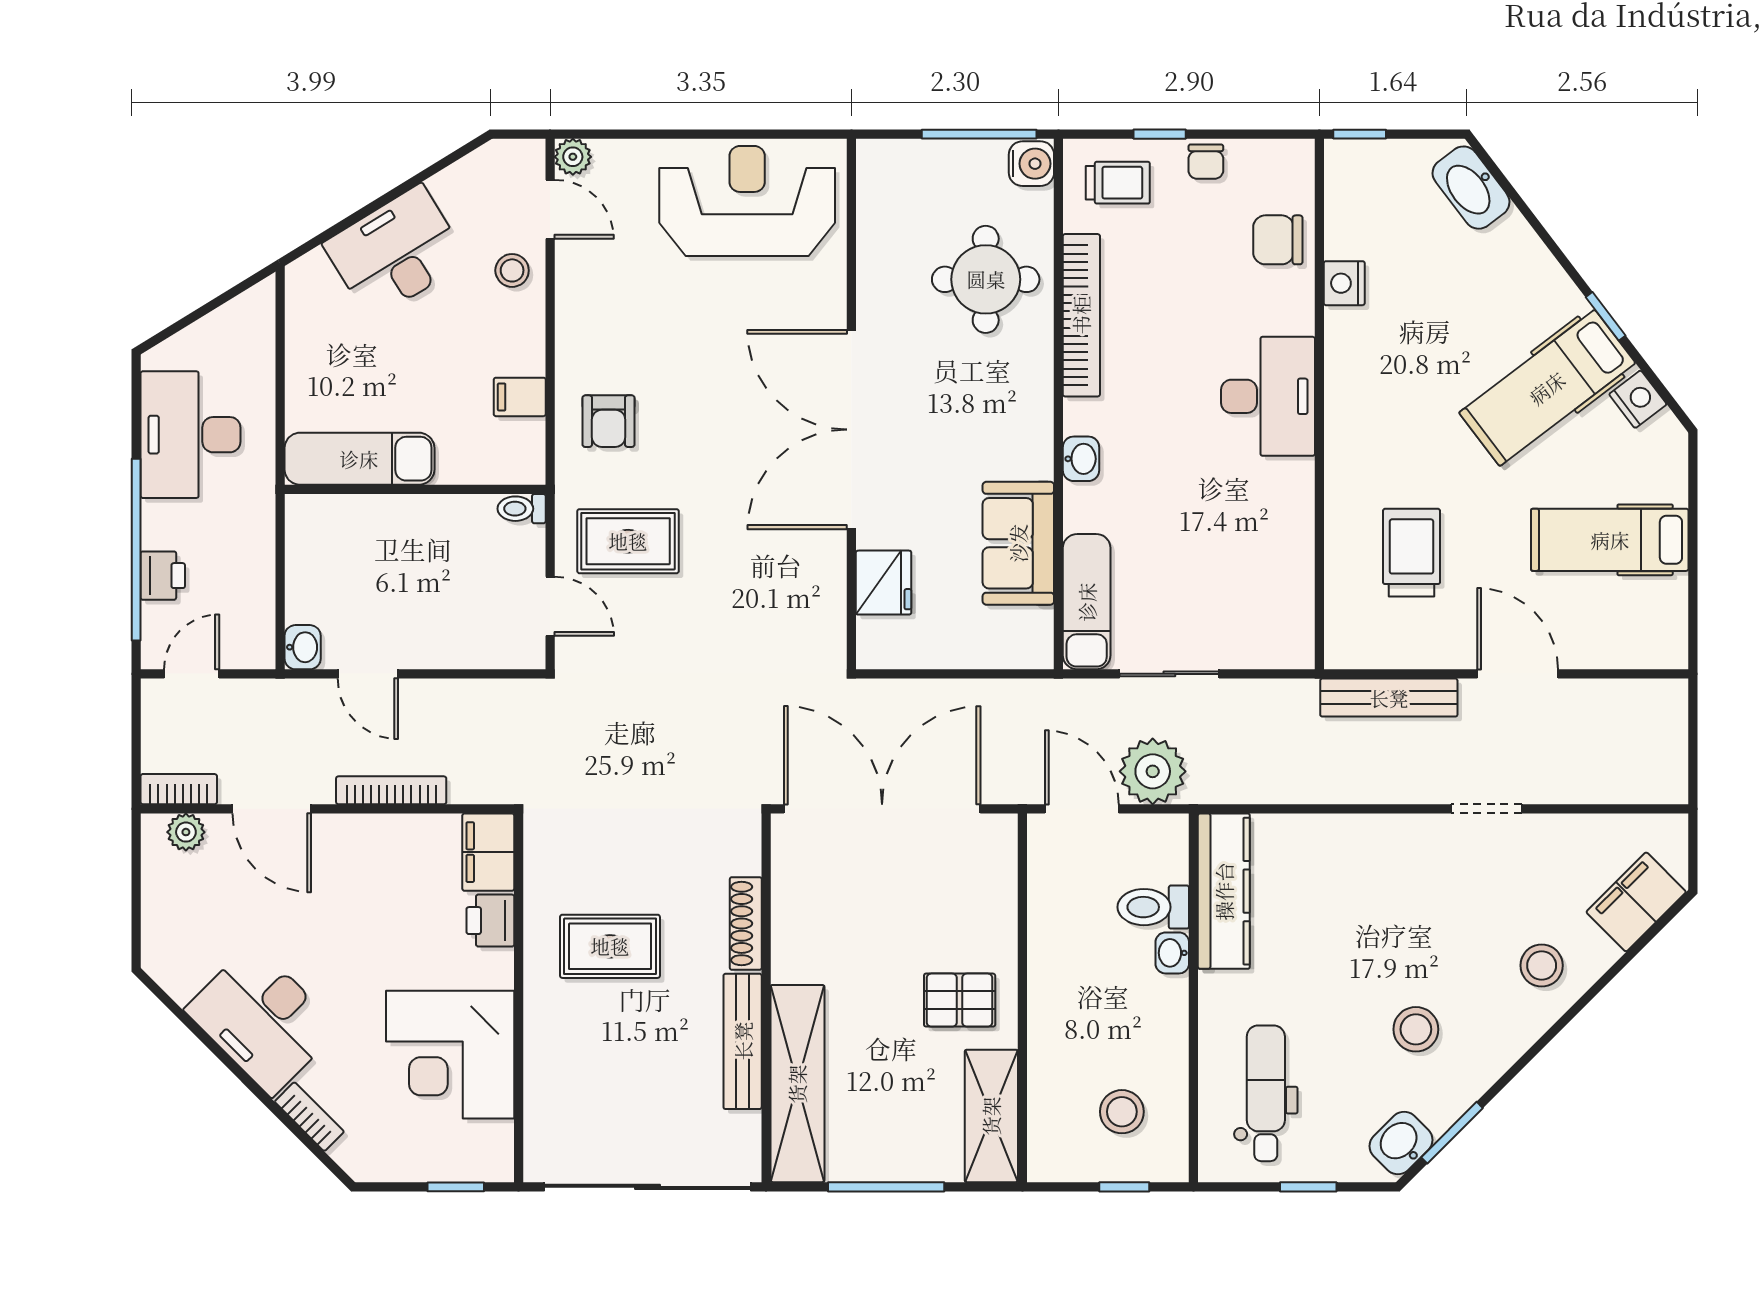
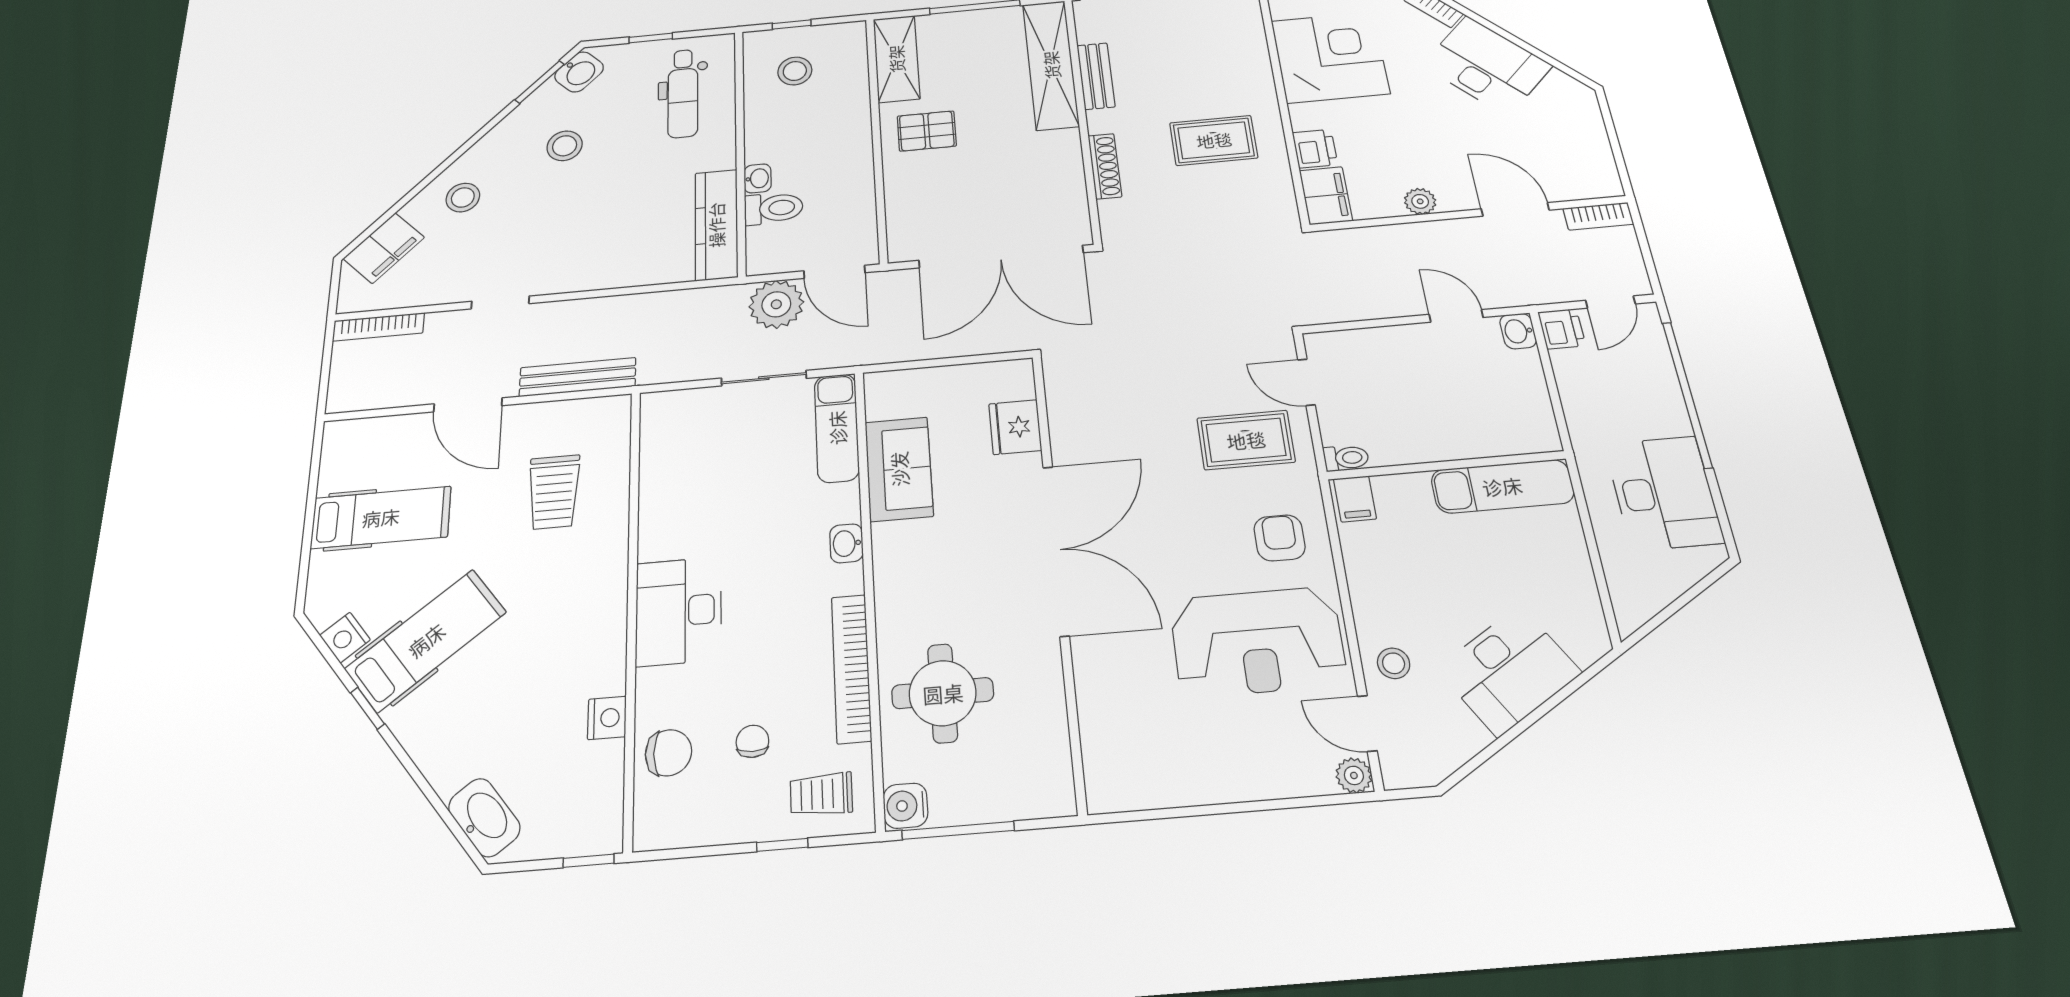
chair: (1206, 162) -> (752, 741), moved
reception desk: (747, 201) -> (1258, 642), moved
filing cabinet: (520, 397) -> (1355, 499), moved, turned 90
printer: (163, 576) -> (1562, 329), moved, turned 180
bookcase: (391, 790) -> (379, 327), moved
plant: (186, 832) -> (1420, 201), moved
bench: (743, 1041) -> (1096, 76), width x0.73

